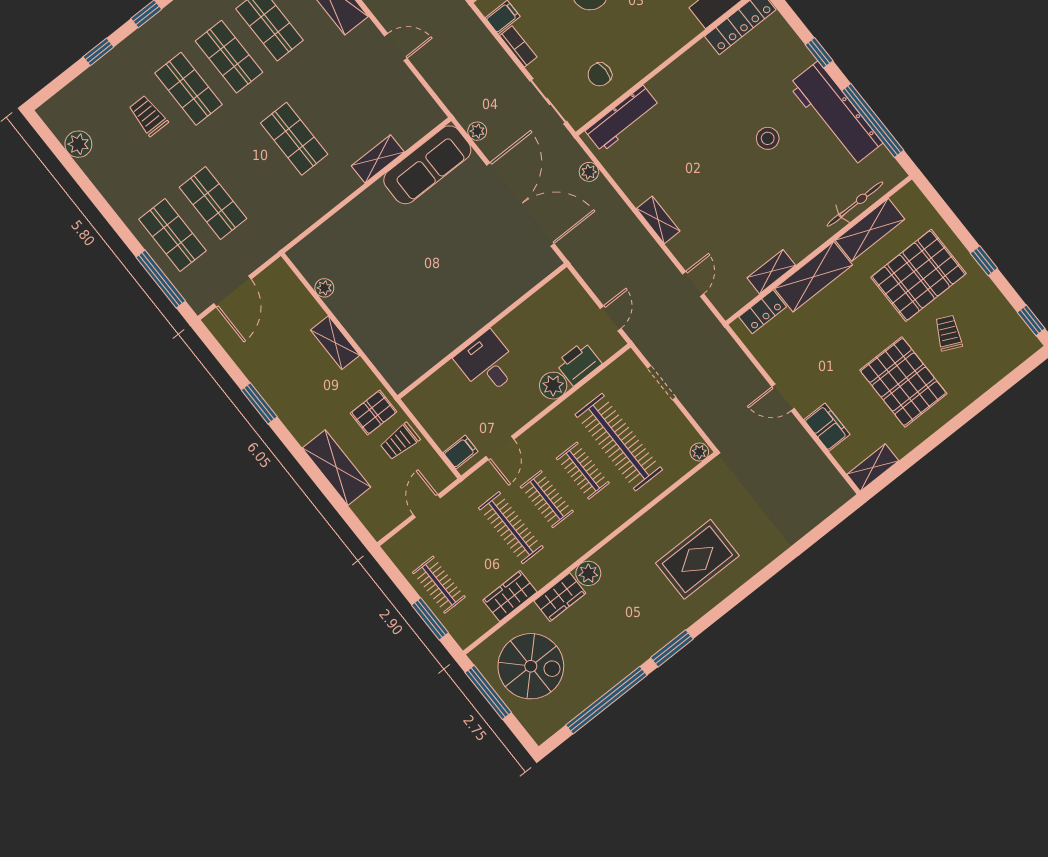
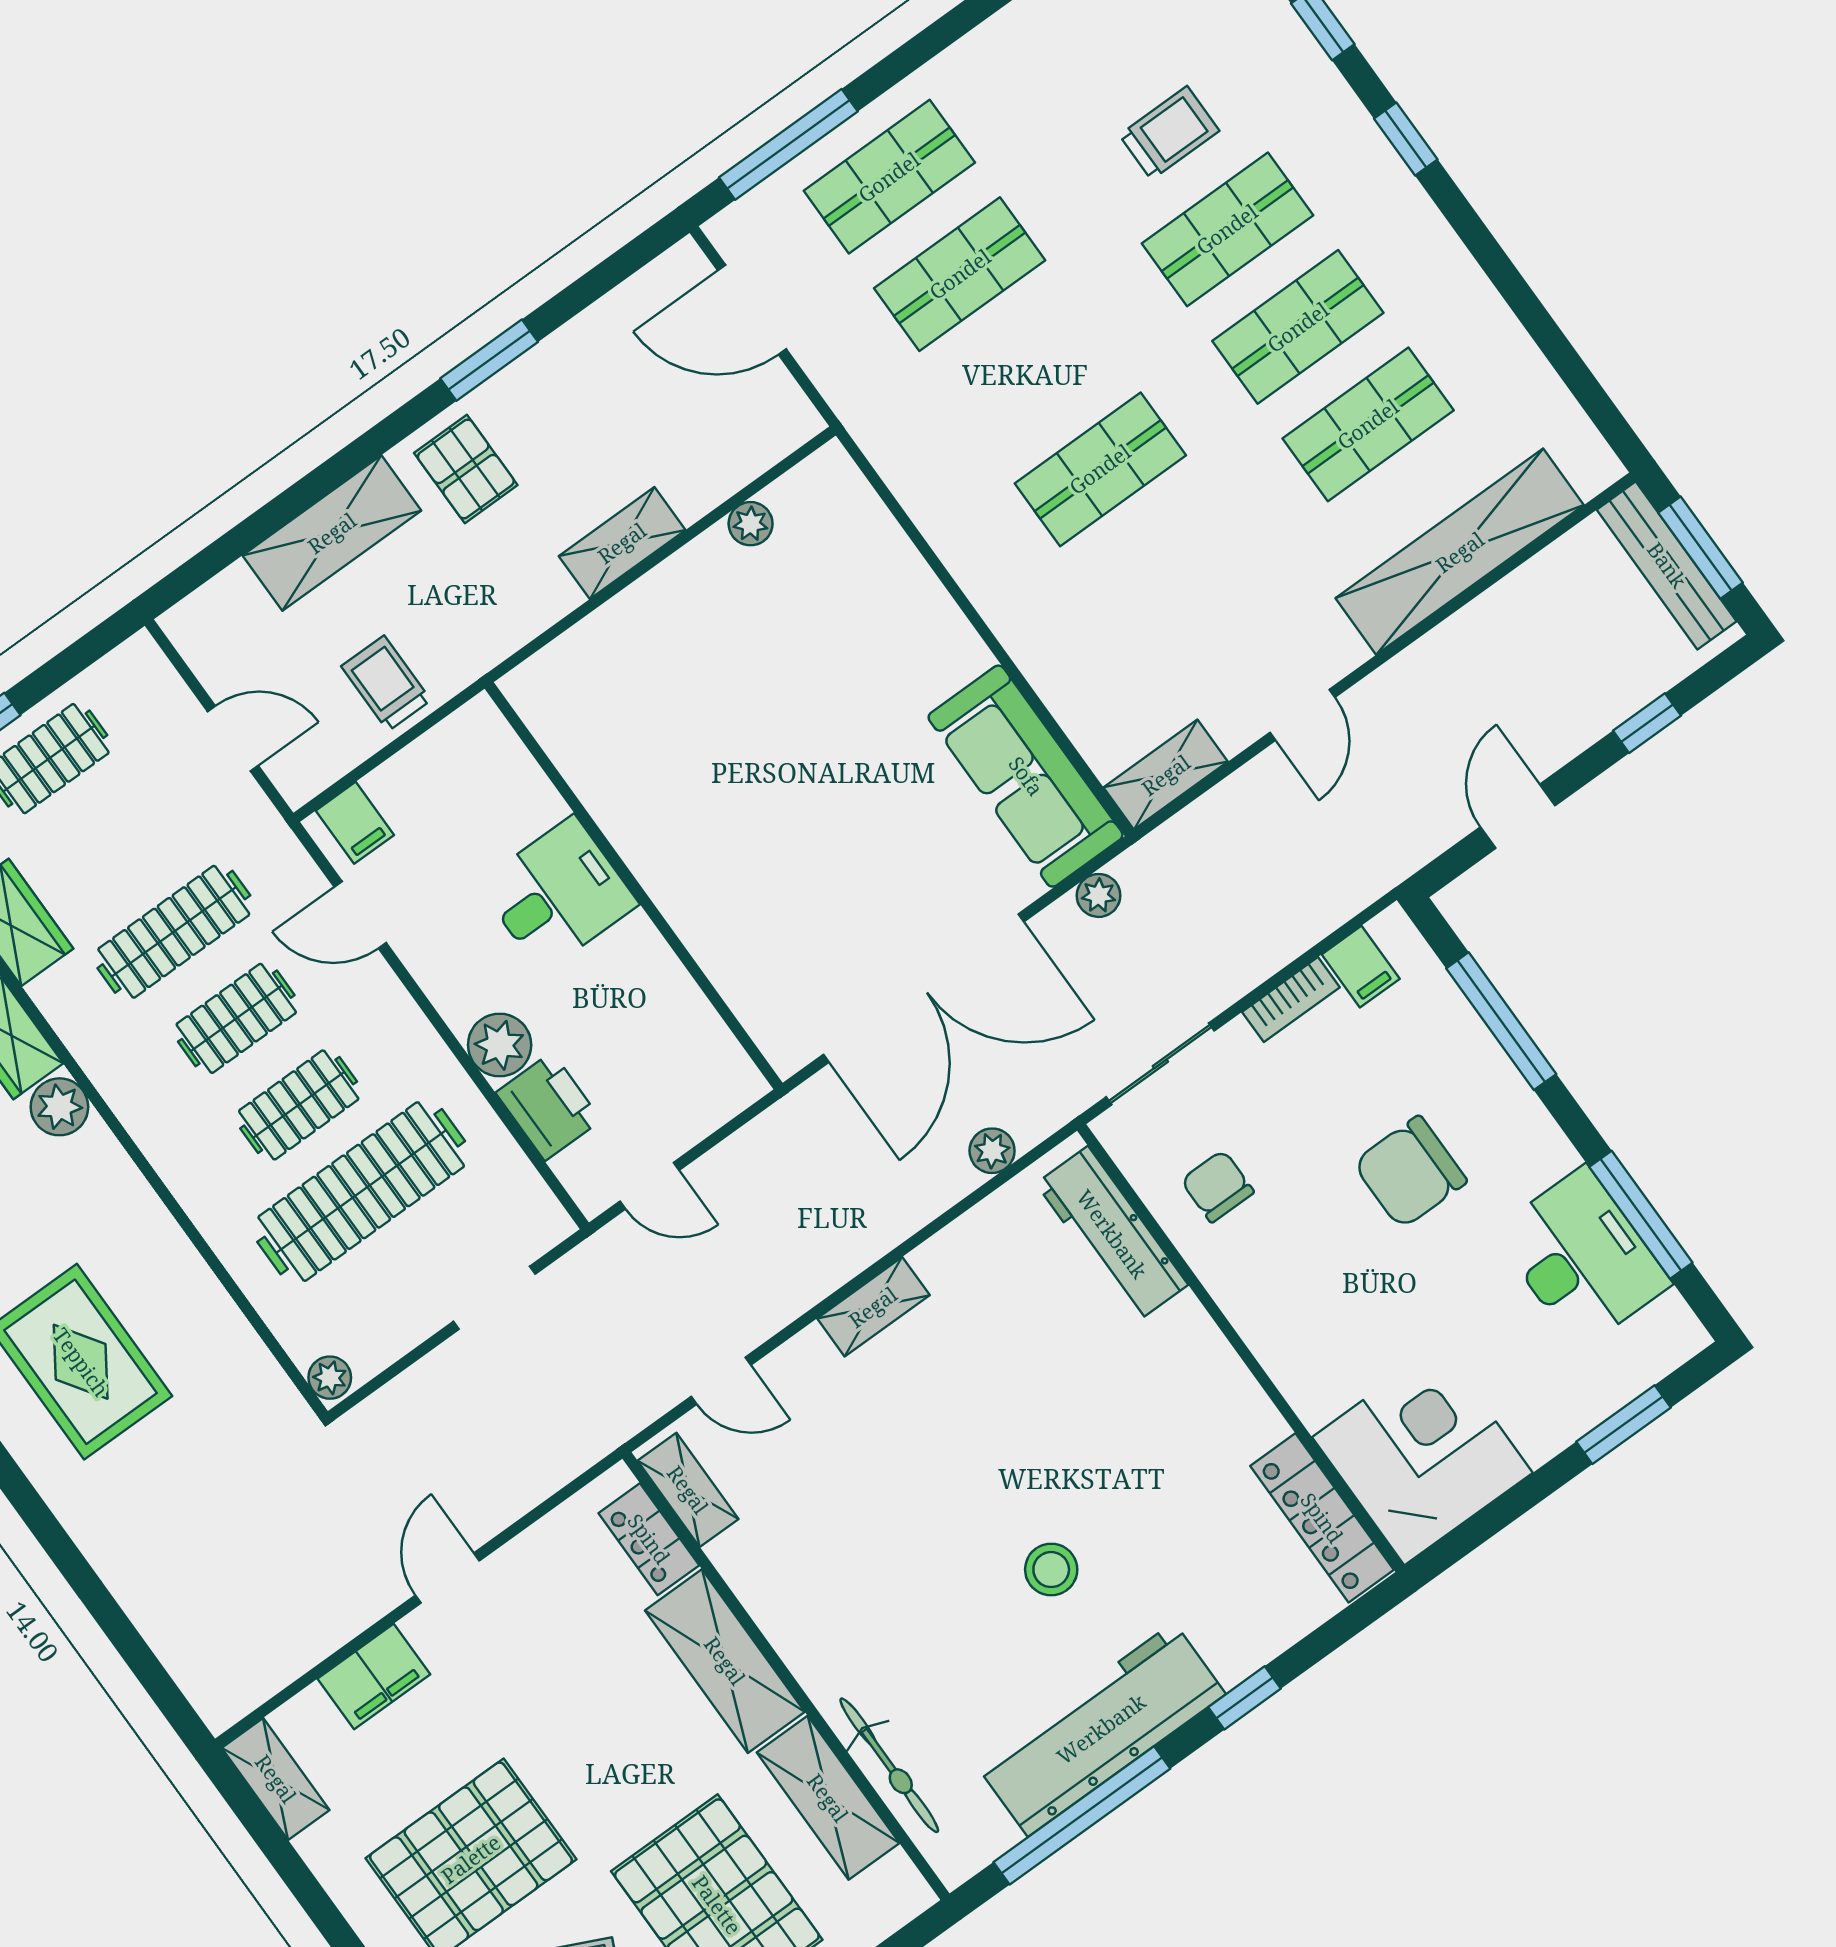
shelving: (378, 159) -> (1166, 775), moved, turned 90
shelving: (771, 272) -> (688, 1490), moved
pallet: (374, 412) -> (466, 469), moved

